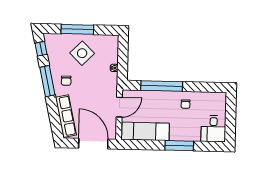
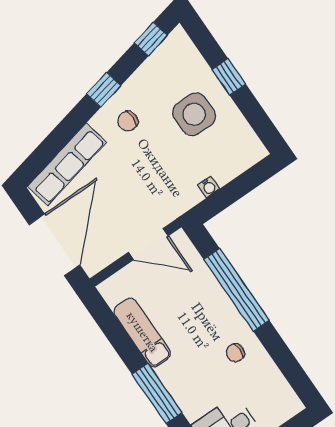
window: (77, 29) -> (229, 77), width x0.46
side table: (82, 53) -> (194, 114), turned 45
window: (47, 81) -> (104, 90), width x0.46
exam couch: (145, 131) -> (142, 332), width x0.73, depth x0.69

